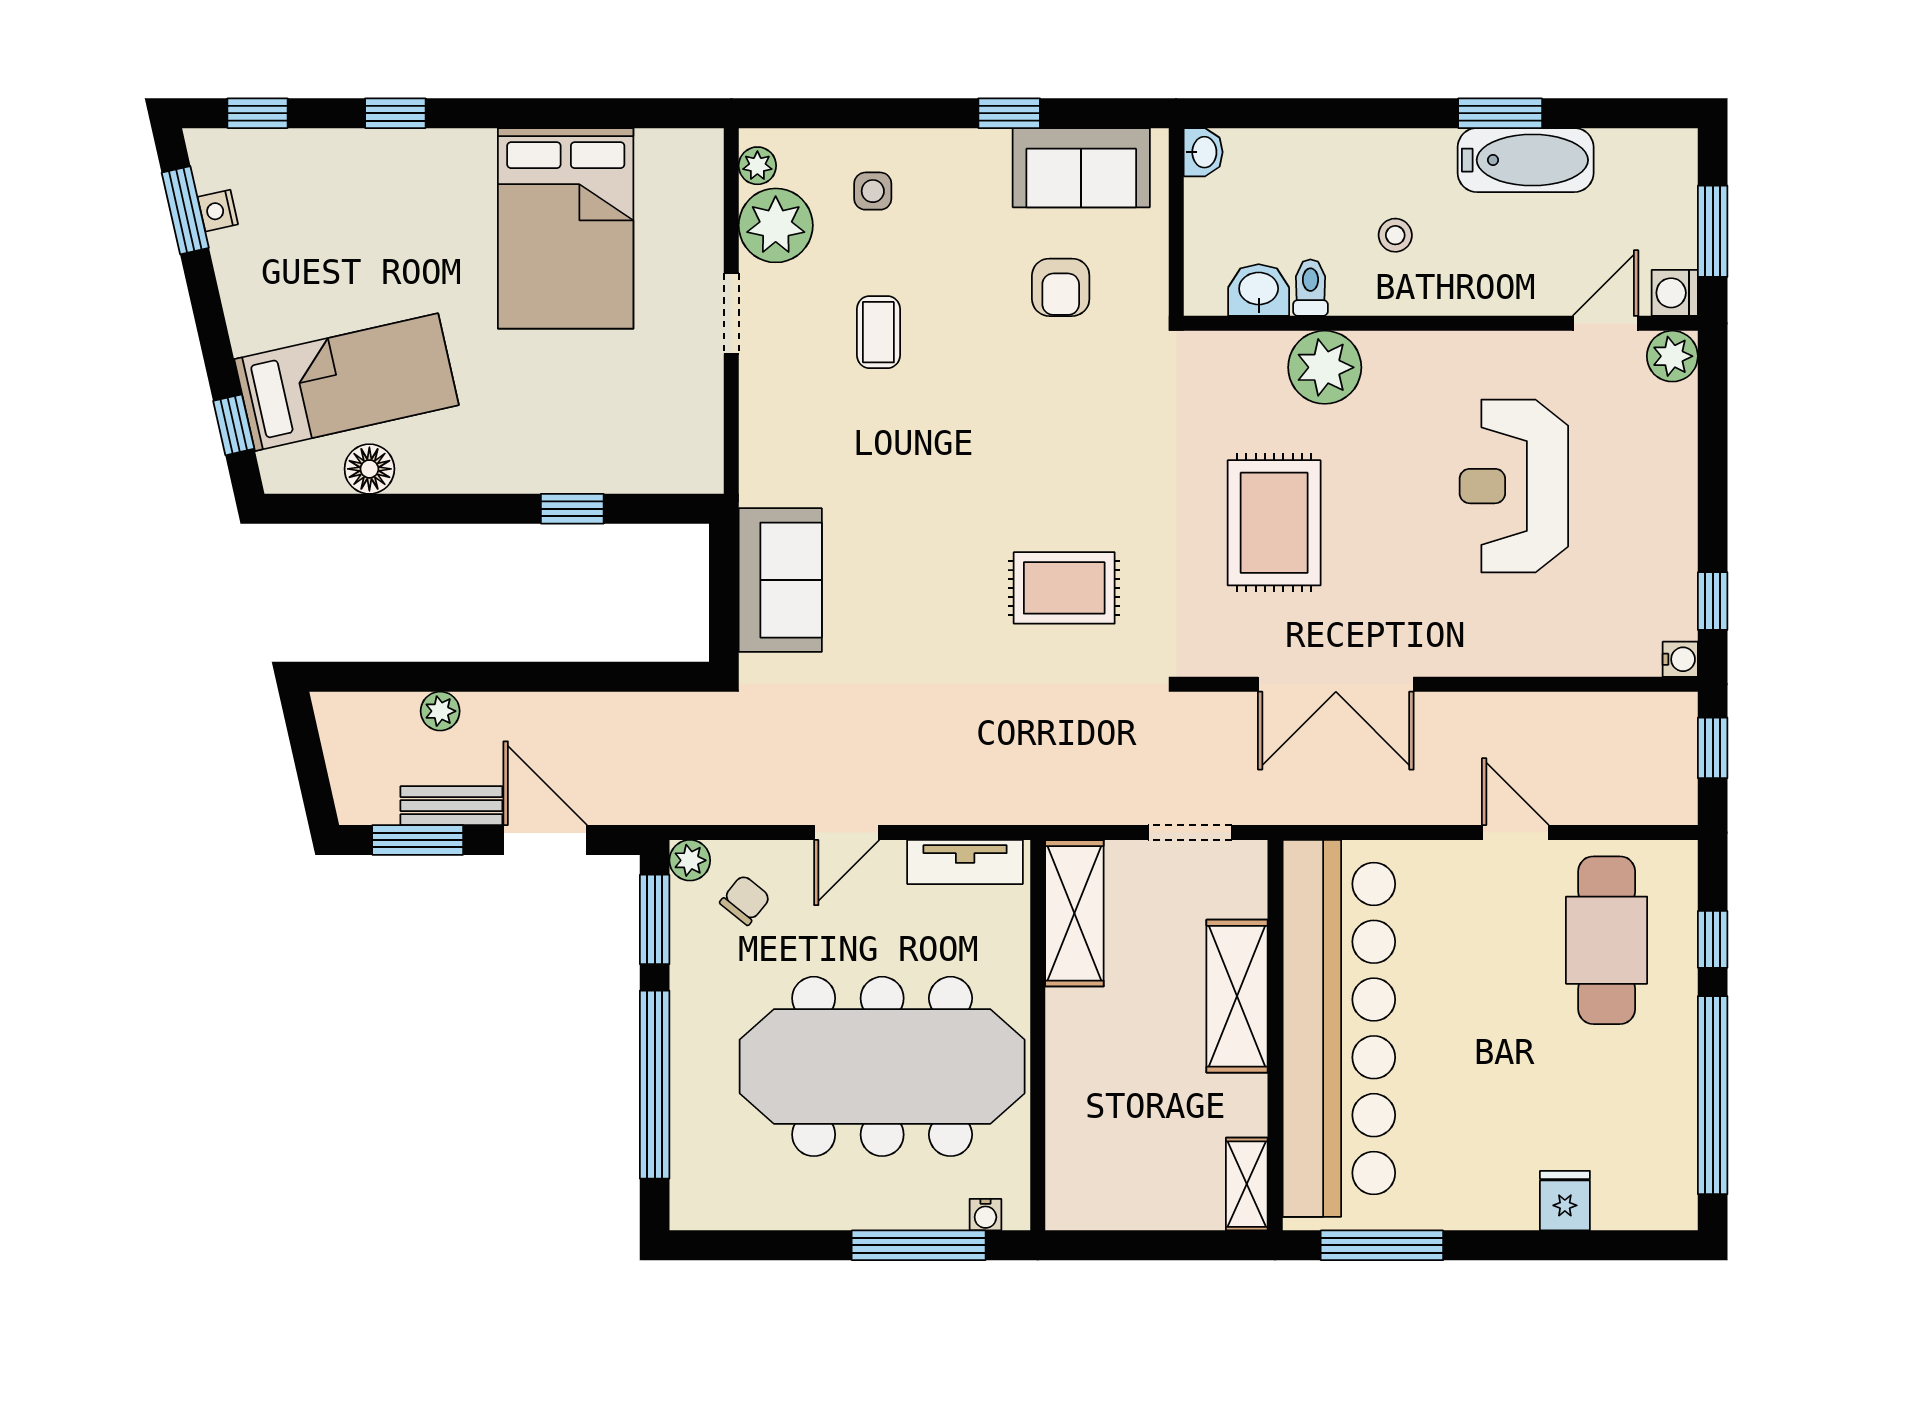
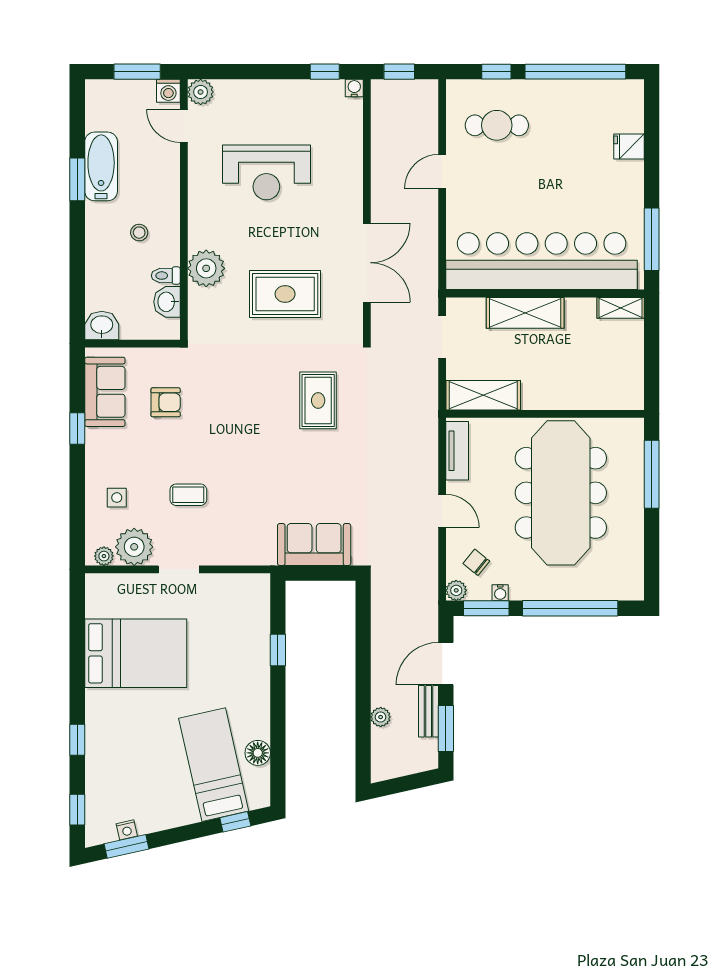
washbasin: (1203, 152) -> (102, 326), width x1.38, depth x1.45
cafe table: (1607, 940) -> (497, 125), width x0.73, depth x0.74
water cooler: (985, 1215) -> (500, 593), moved, turned 90

